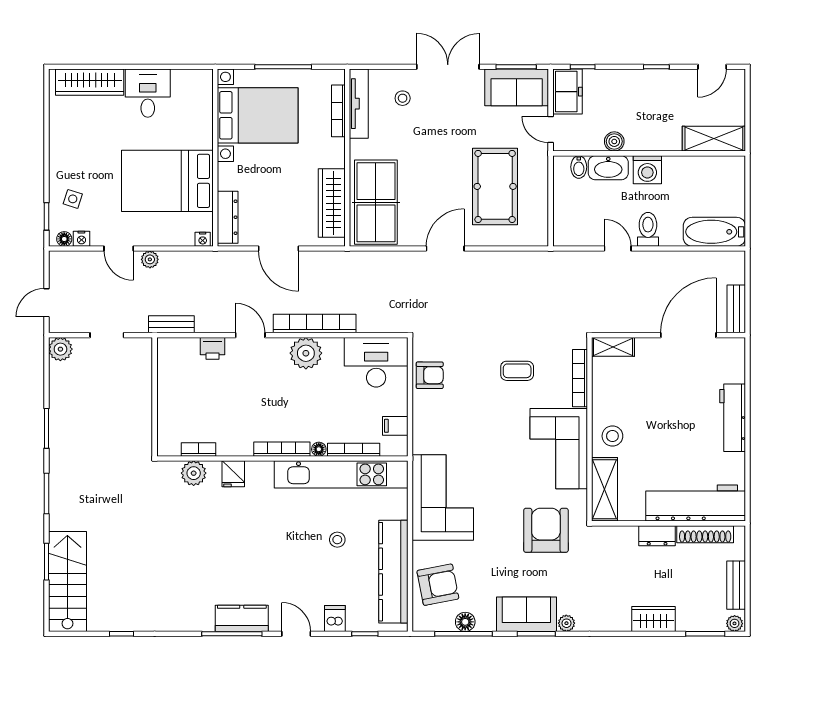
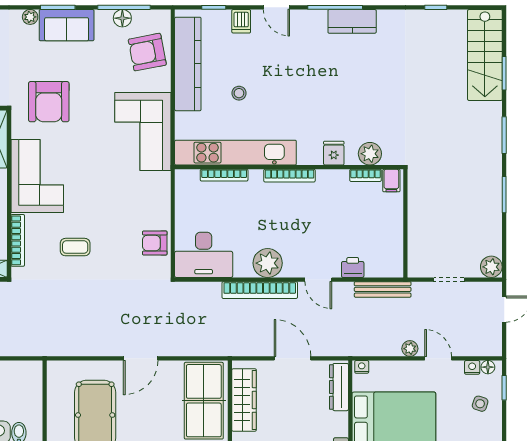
bench: (171, 324) -> (383, 289), width x1.36
filing cabinet: (395, 426) -> (391, 181), moved, turned 90
floor lamp: (319, 449) -> (256, 176), removed
kitchen counter: (242, 618) -> (352, 21), moved

